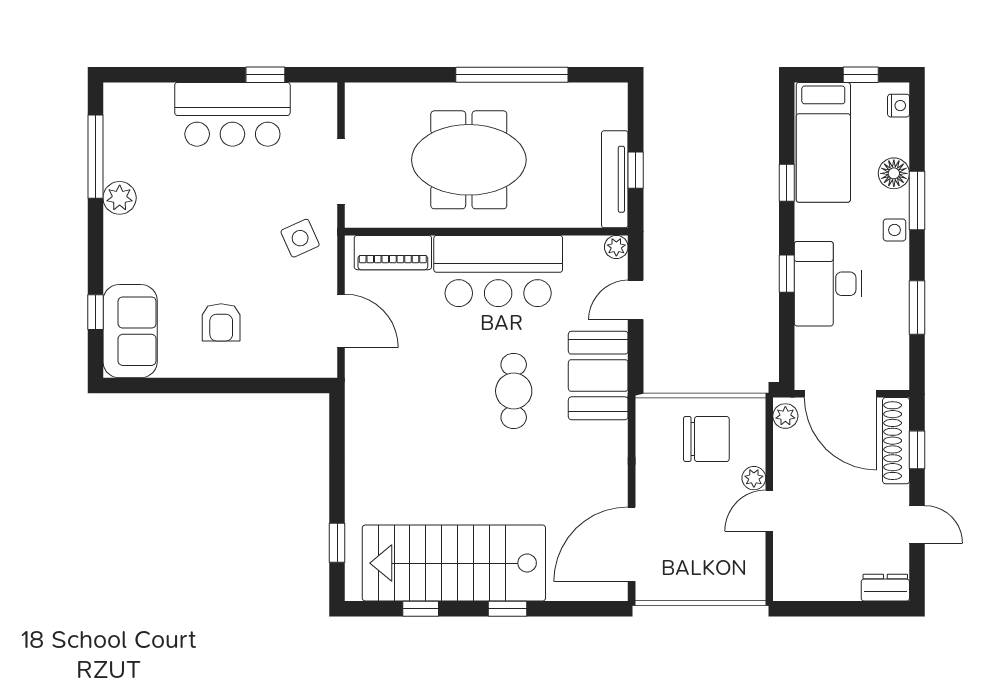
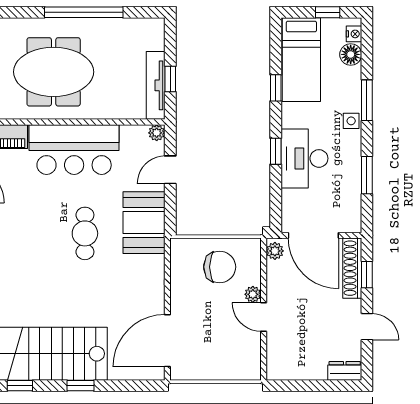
floor lamp: (894, 173) -> (351, 54), moved
door: (769, 511) -> (264, 317), hinge flipped

